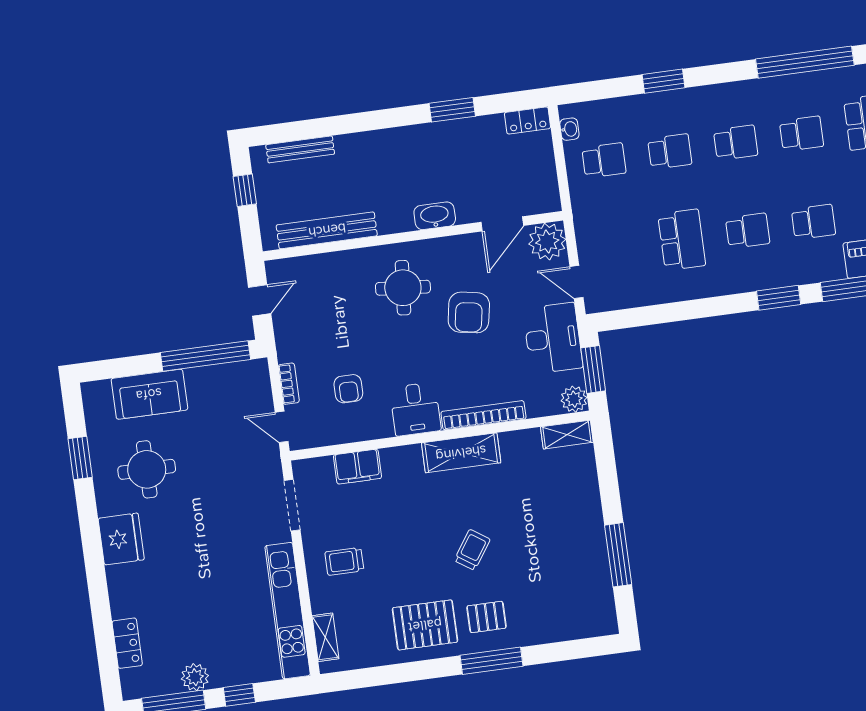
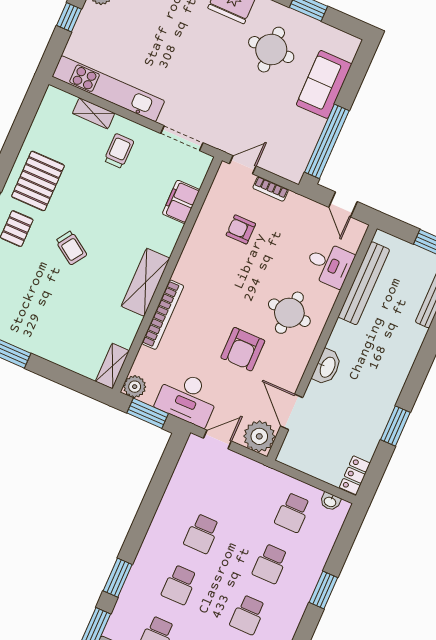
school desk: (682, 240) -> (202, 534), width x0.54
armchair: (469, 312) -> (243, 349), turned -100
desk: (415, 409) -> (329, 264), moved, turned 180
shelving: (325, 637) -> (94, 113), moved

